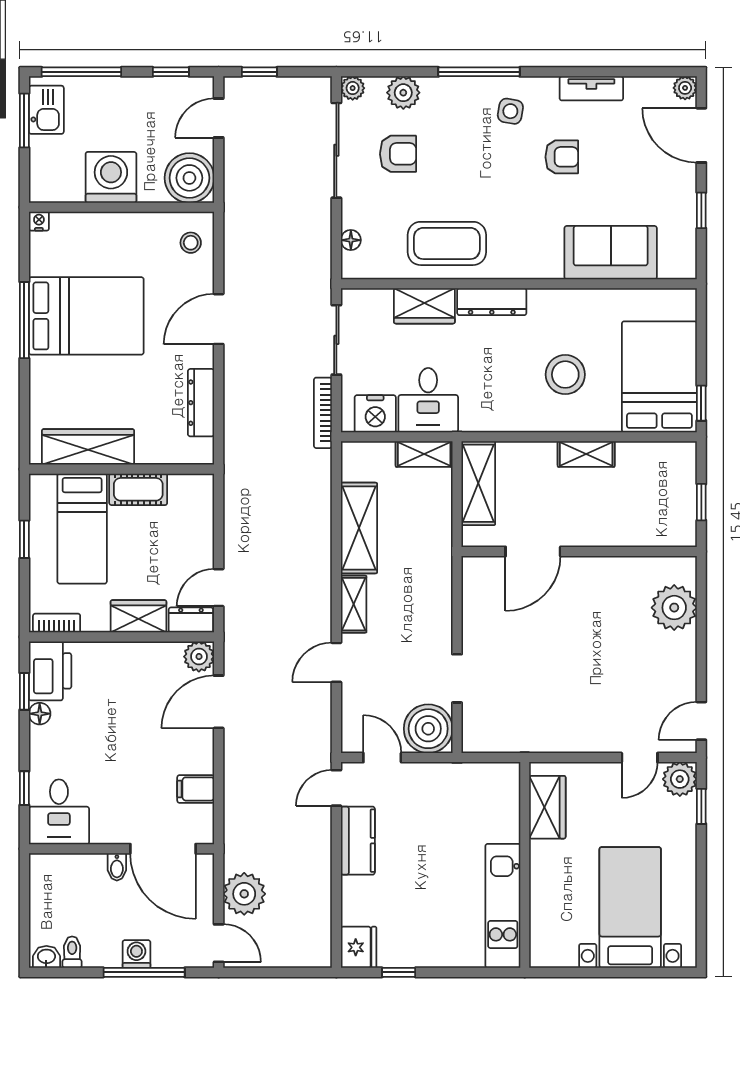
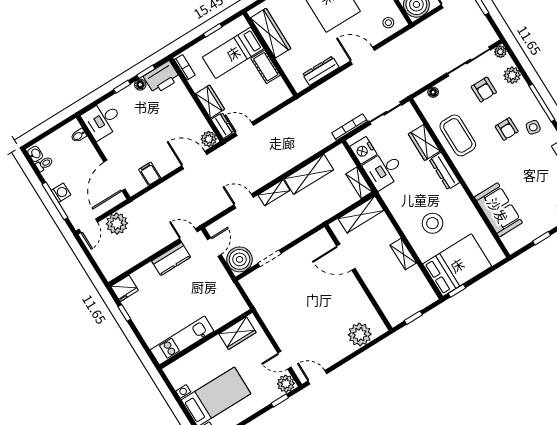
armchair: (562, 157) -> (507, 129), moved
window: (24, 788) -> (122, 87), moved
bidet: (117, 867) -> (79, 136), moved

